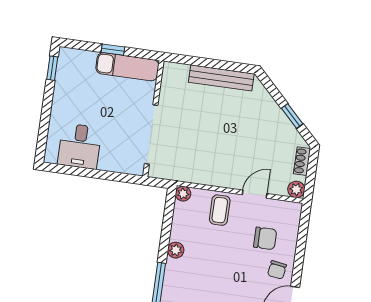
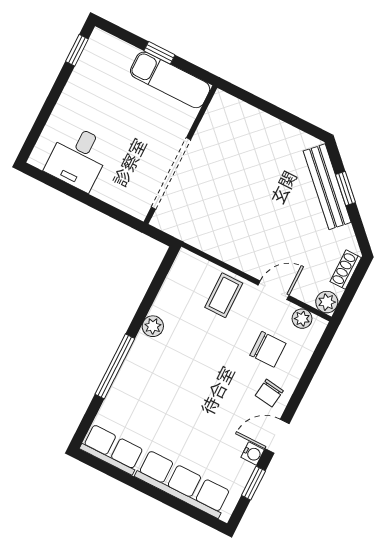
bench: (221, 78) -> (327, 187), moved, turned 45
window: (292, 116) -> (346, 189), moved
plant: (183, 194) -> (302, 319), moved

